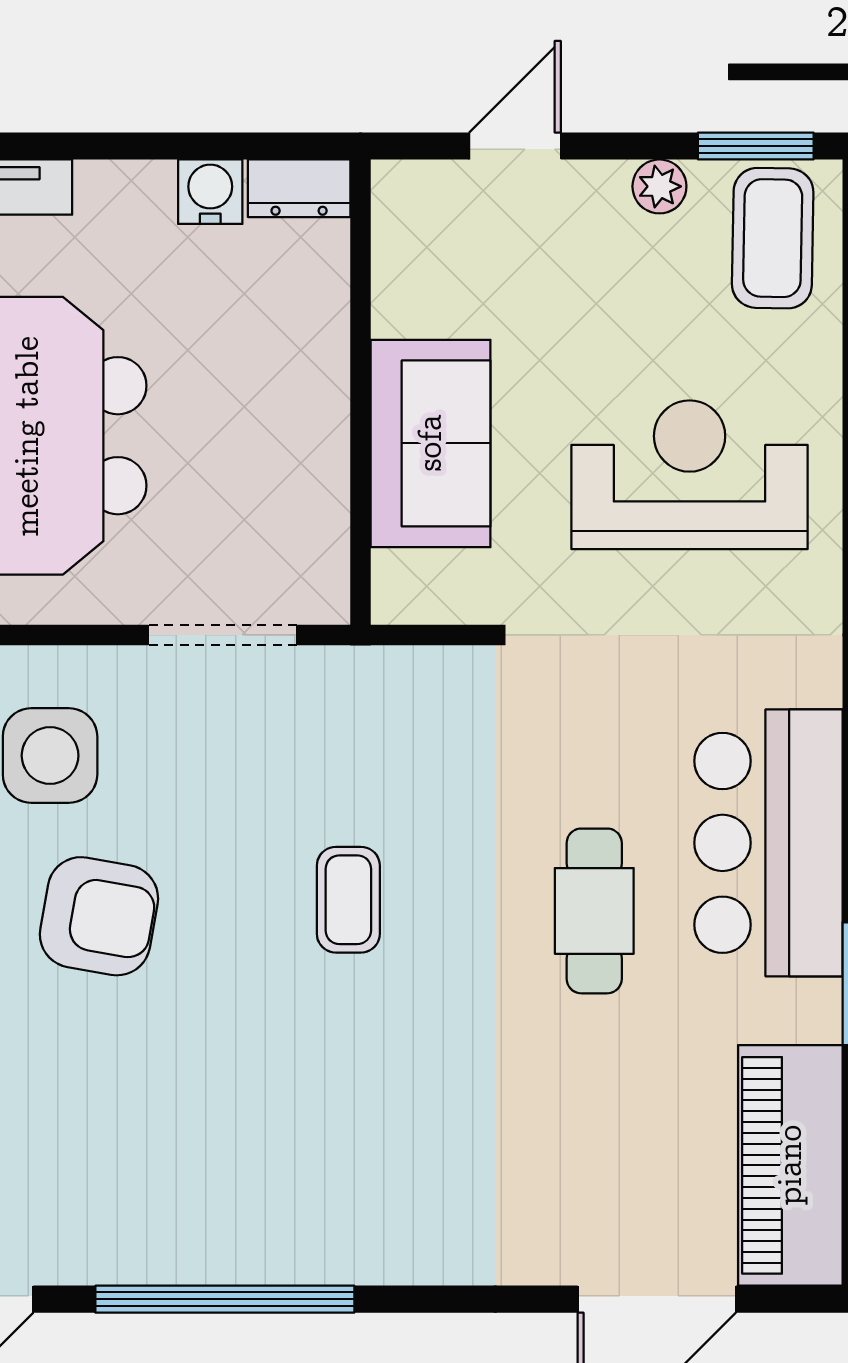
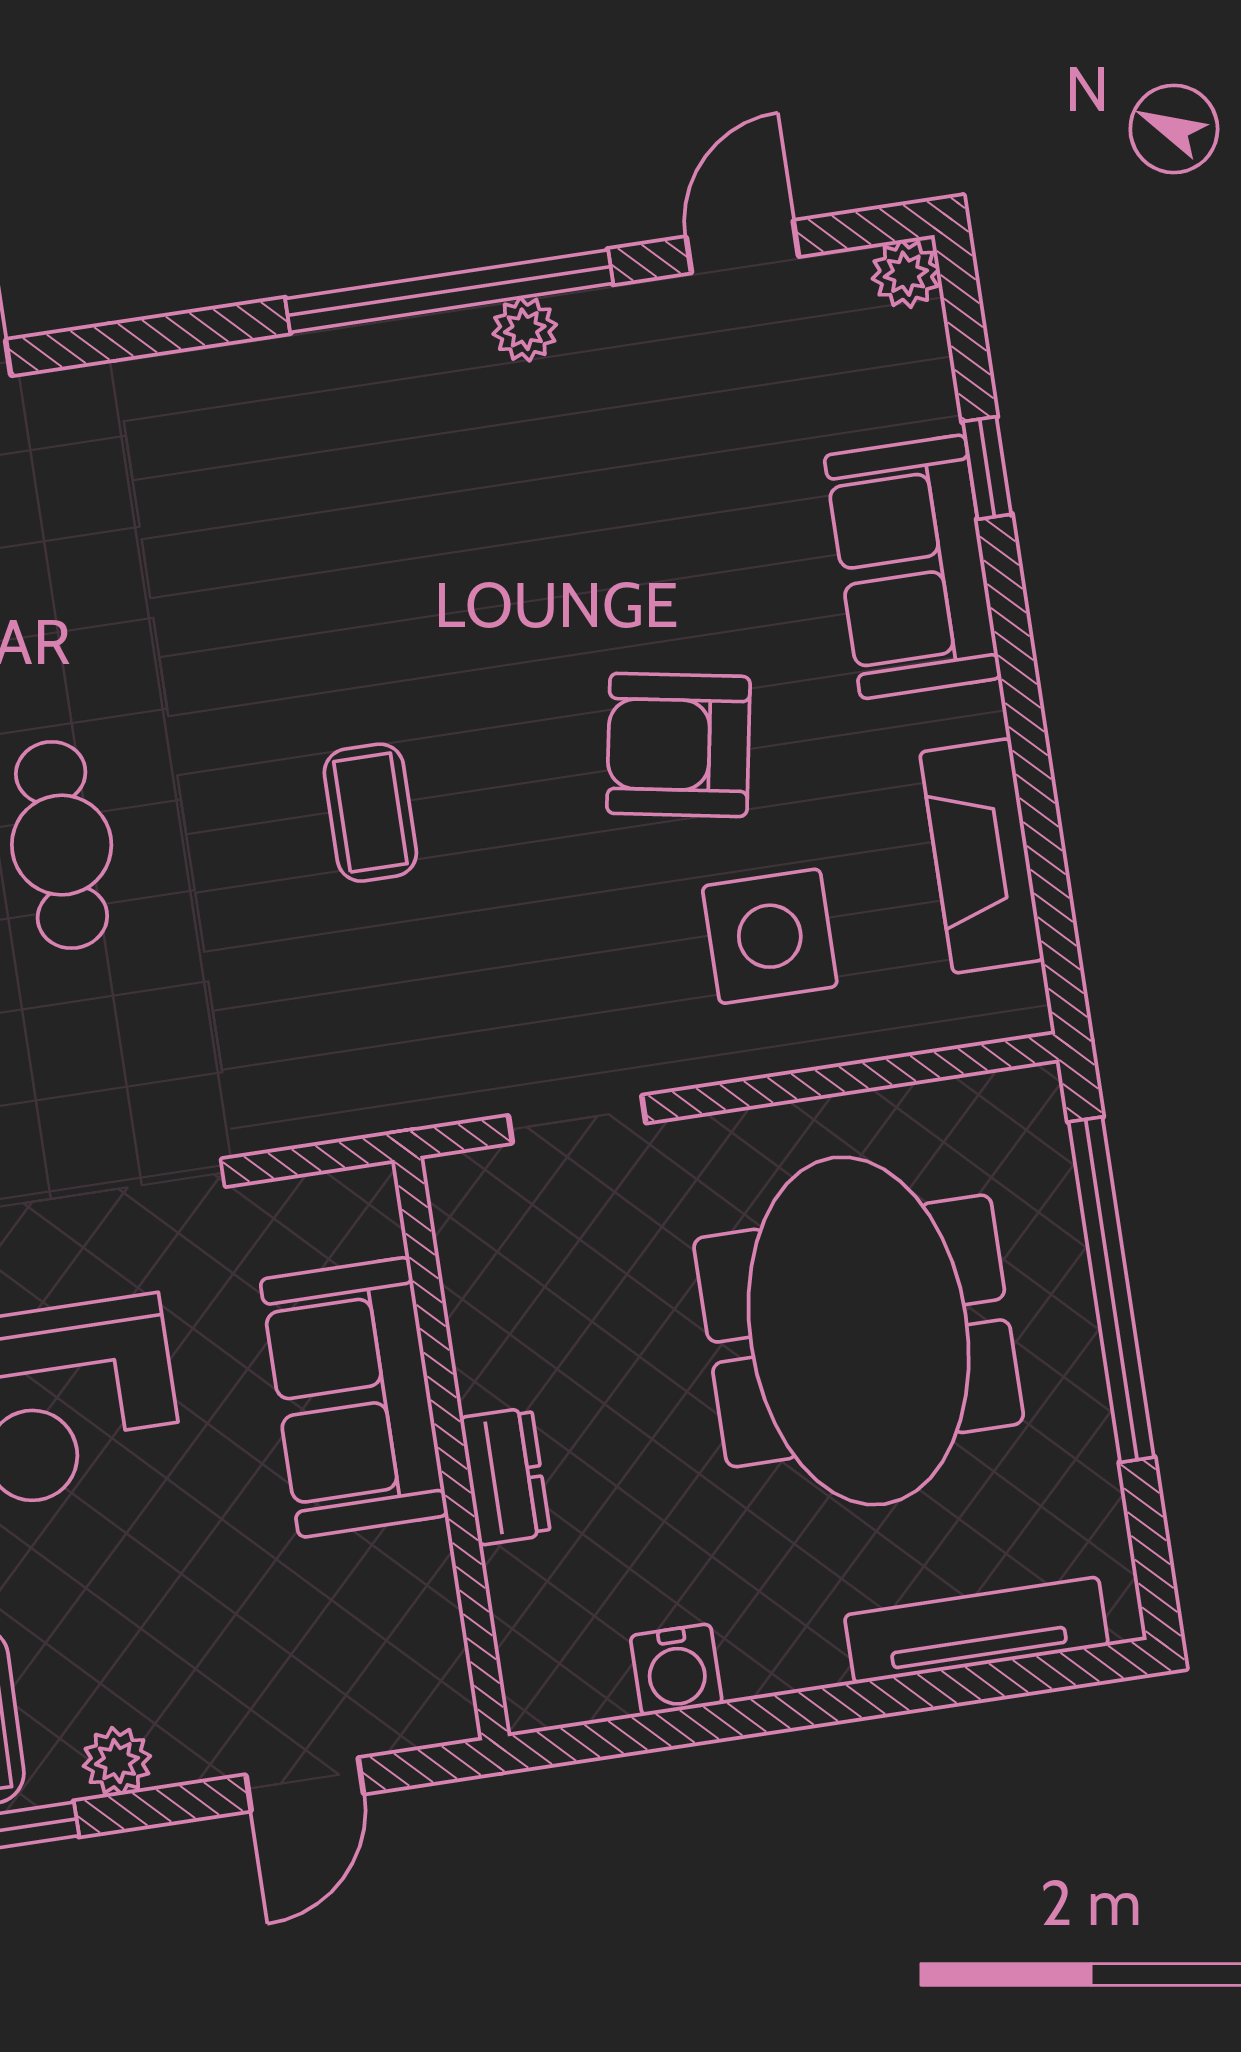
dresser: (299, 188) -> (505, 1476), moved, turned 90
doorway: (223, 635) -> (577, 1119), width x0.73
plant: (170, 1260) -> (525, 329), added

